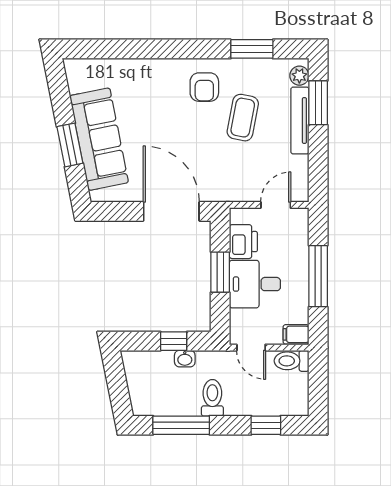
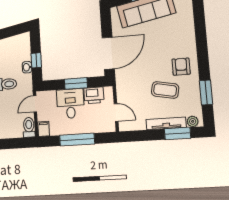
armchair: (204, 87) -> (181, 67), turned 90

